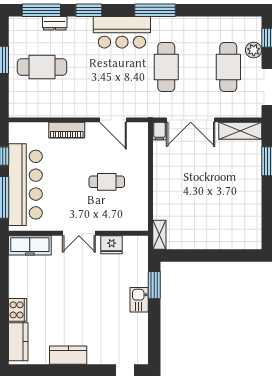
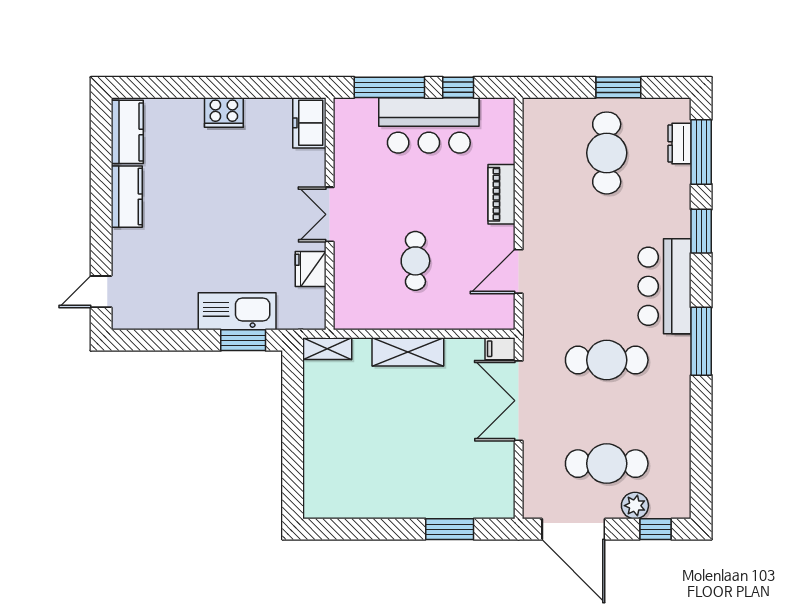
dresser: (55, 23) -> (680, 143), moved
shelving: (240, 131) -> (408, 352), moved, turned 90
bar counter: (25, 185) -> (429, 125), width x0.73
freezer: (30, 245) -> (309, 123), width x0.71
kitchen sink: (139, 300) -> (237, 311), width x1.88, depth x1.24
cooker: (18, 310) -> (224, 112), moved
kitchen counter: (18, 342) -> (127, 132), moved, turned -90

